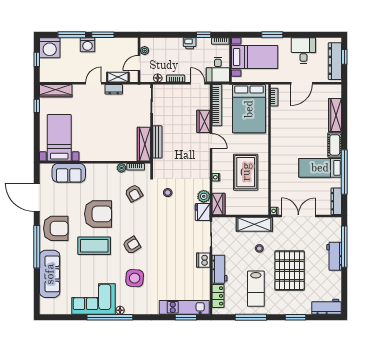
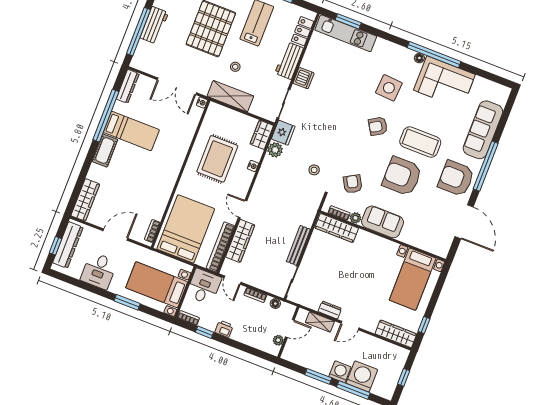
washing machine: (50, 48) -> (362, 376), moved
wardrobe: (335, 115) -> (85, 200), moved
wardrobe: (203, 121) -> (240, 241), width x1.50
bench: (157, 142) -> (298, 245), moved
wardrobe: (144, 144) -> (337, 228), moved, turned 90
sofa: (69, 173) -> (383, 222), moved

